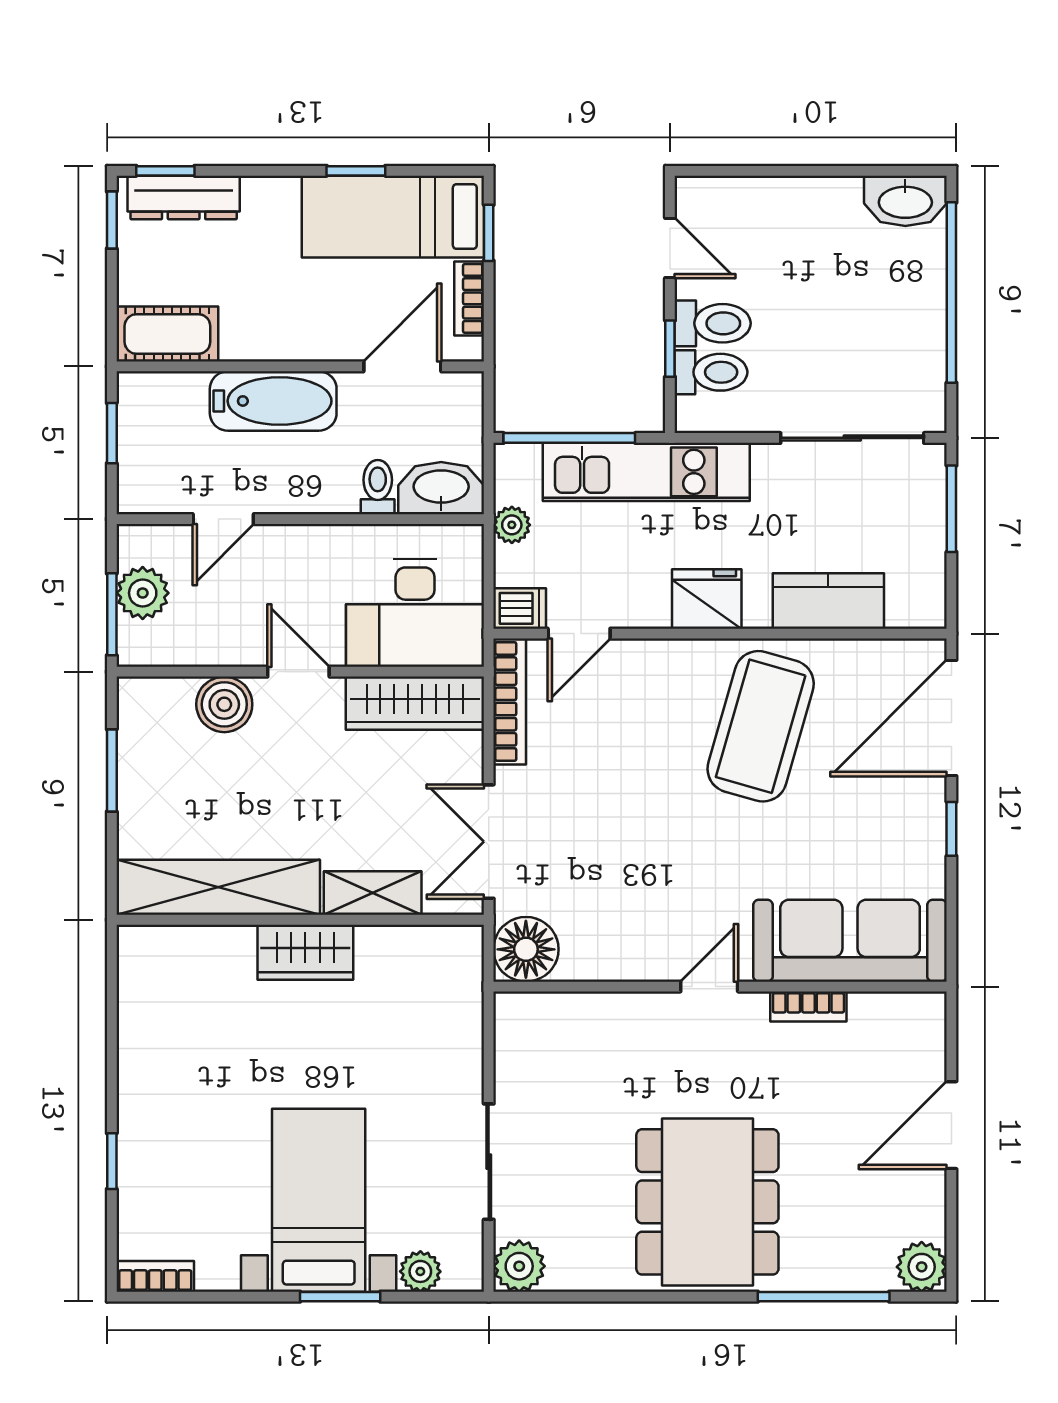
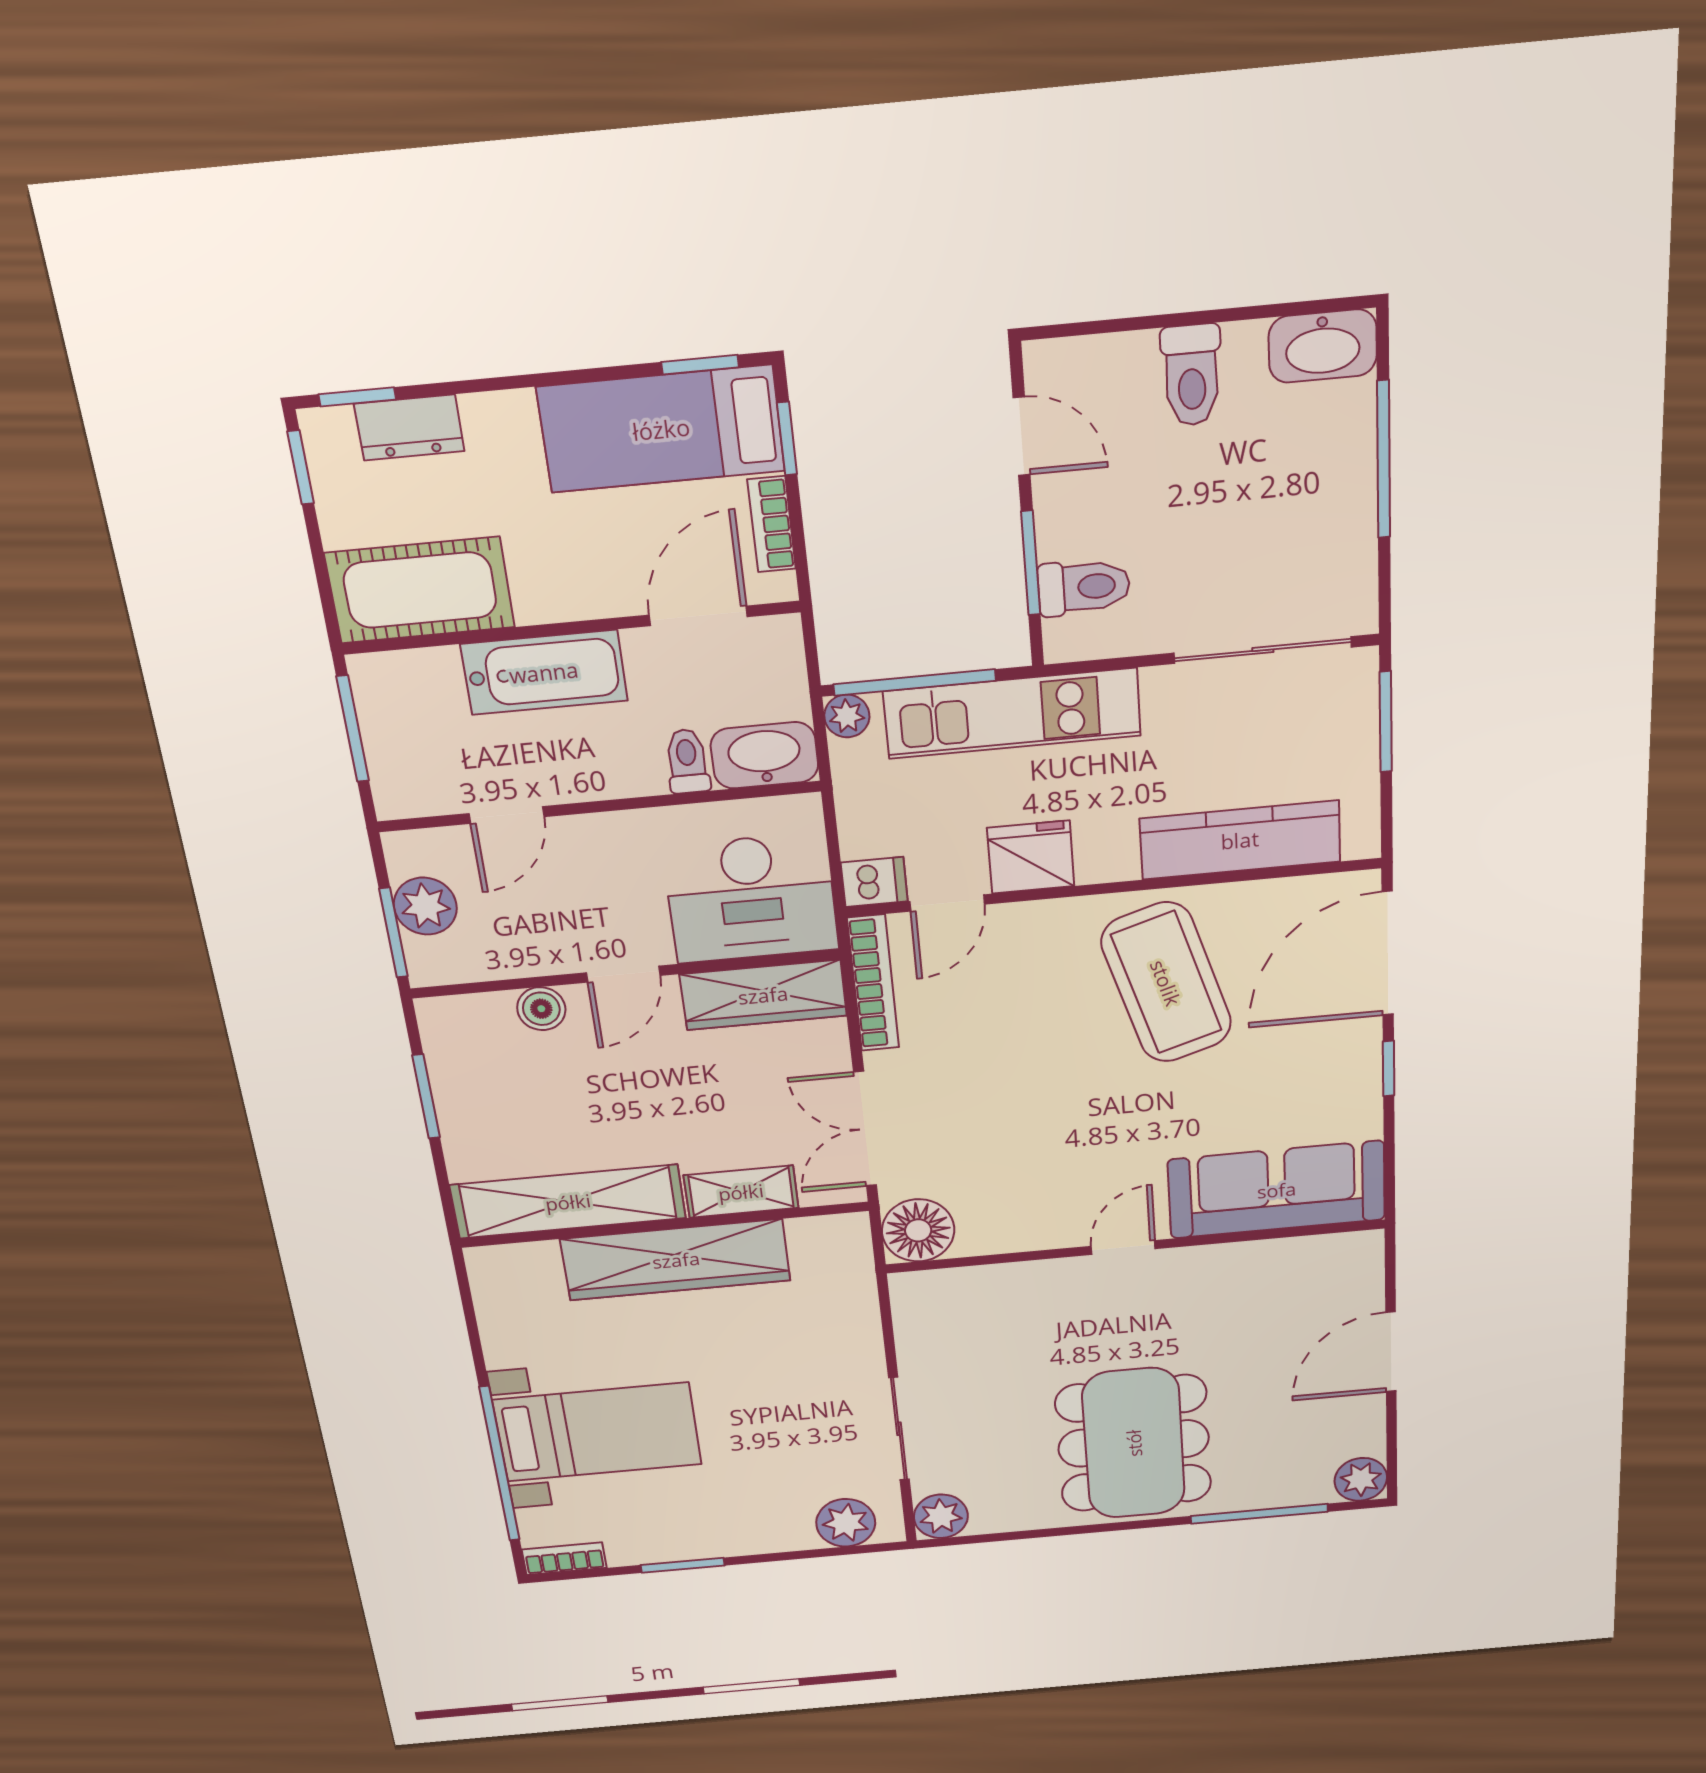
window: (356, 171) -> (700, 365), moved
dresser: (184, 197) -> (409, 428), width x0.70
window: (951, 293) -> (1384, 460), width x0.68
toilet: (713, 323) -> (1192, 375), moved, turned 90
cot: (167, 334) -> (420, 590), width x1.37, depth x1.34
window: (670, 349) -> (1031, 563), width x1.50
window: (112, 433) -> (353, 729), width x1.50
plant: (512, 525) -> (847, 716), moved
fridge: (707, 599) -> (1031, 857), moved
kitchen counter: (828, 601) -> (1240, 840), width x1.50
door: (298, 672) -> (623, 974), swing flipped
boiler: (224, 704) -> (541, 1009), width x0.73, depth x0.73
coffee table: (761, 726) -> (1166, 983), turned -33
wardrobe: (305, 952) -> (676, 1260), width x2.10, depth x1.17
bookcase: (808, 1007) -> (1233, 1257), removed
window: (112, 1161) -> (500, 1464), width x3.17
bed with nightstands: (319, 1200) -> (598, 1432), moved, turned 90
plant: (420, 1271) -> (846, 1523), width x1.38, depth x1.38
window: (340, 1297) -> (683, 1565), moved

